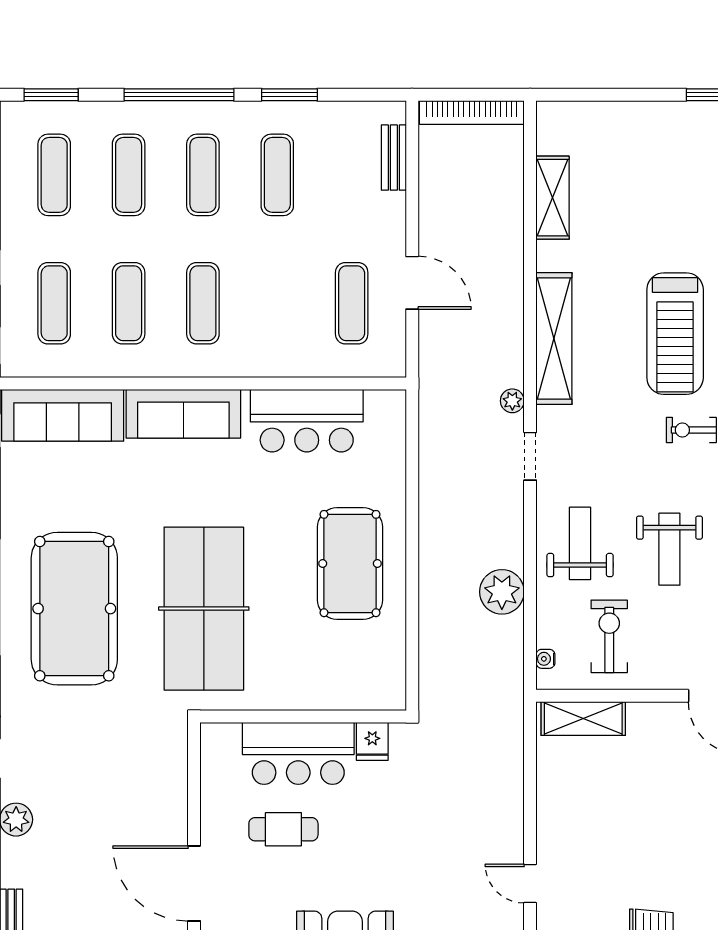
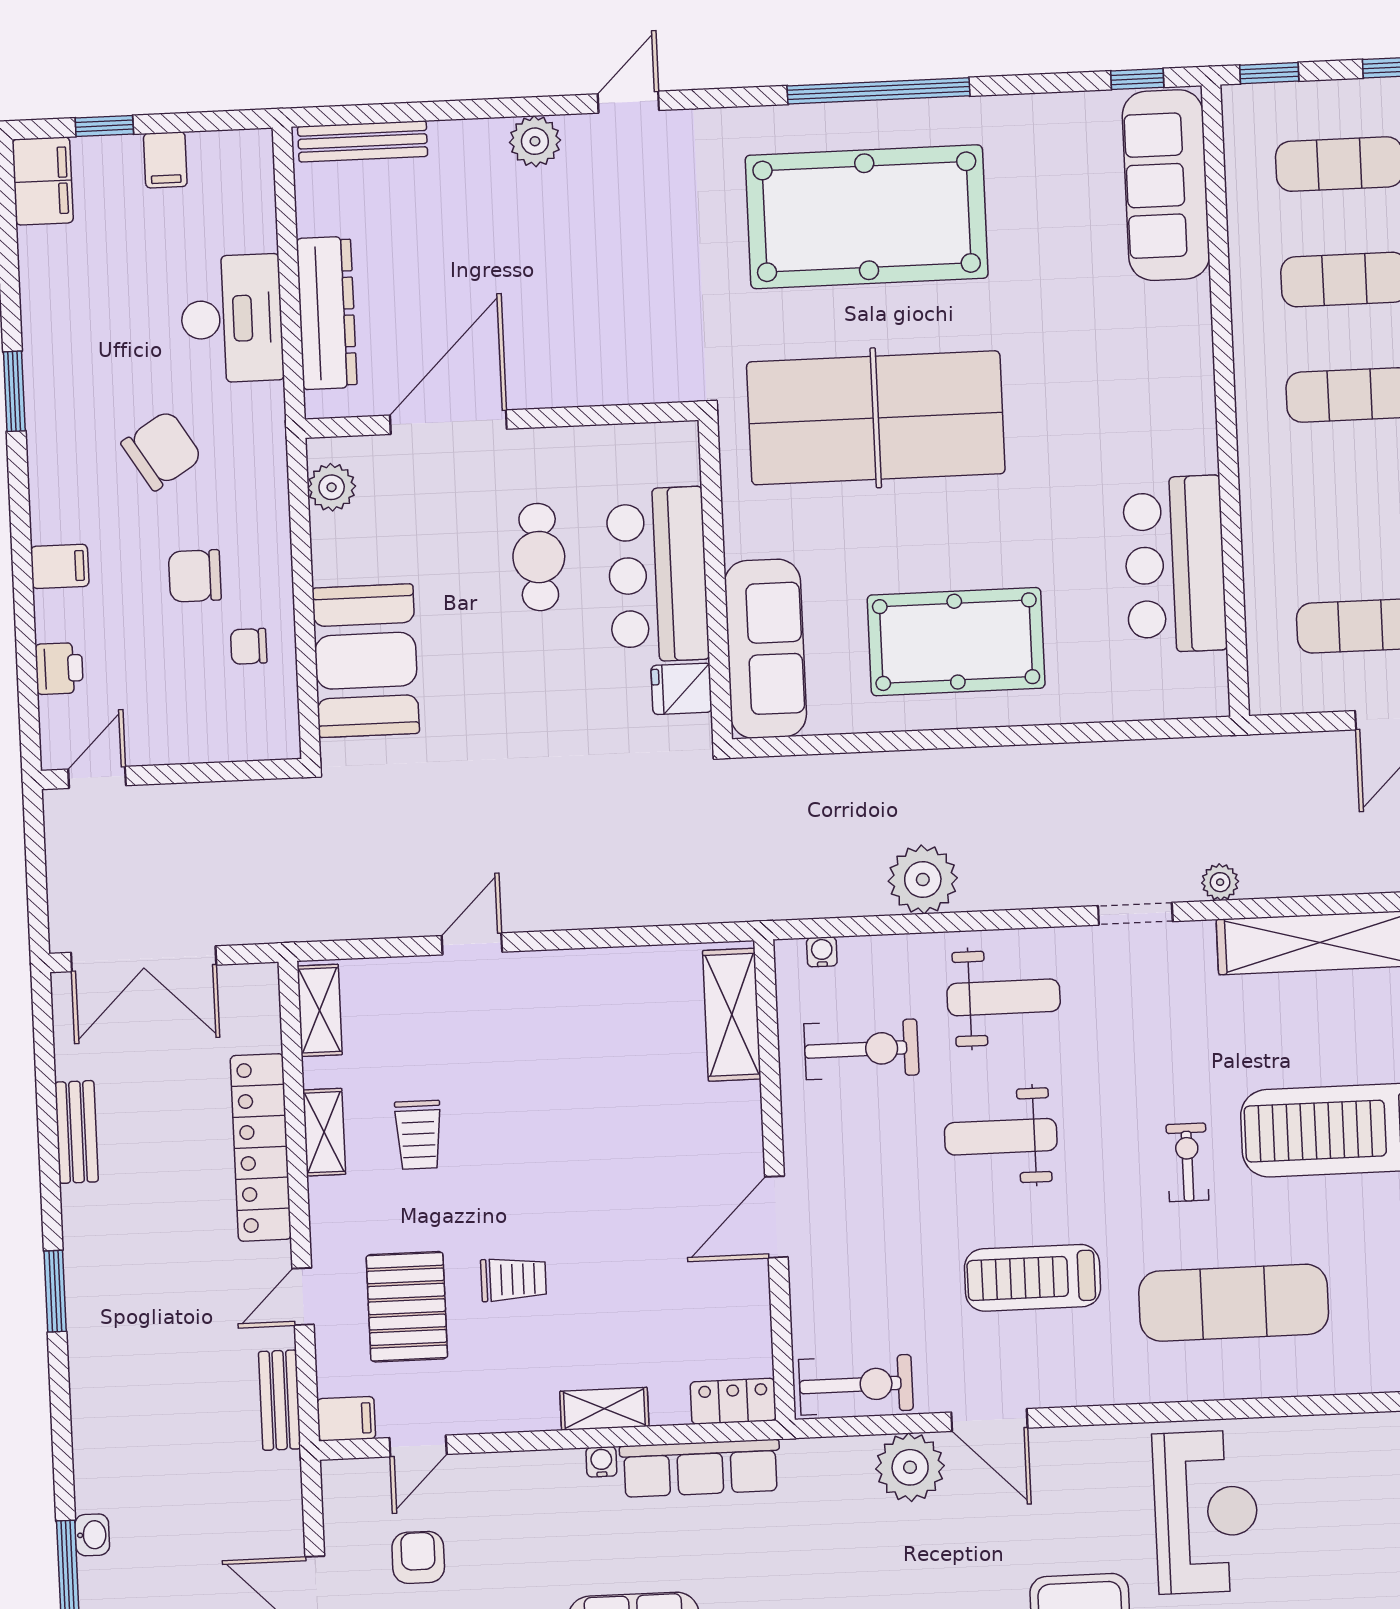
sofa: (183, 414) -> (765, 649), moved, turned 180

